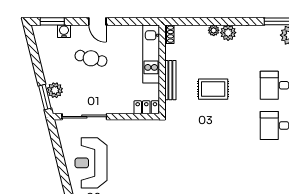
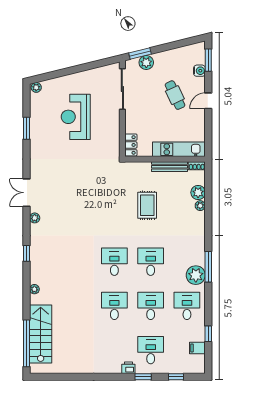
plant: (228, 33) -> (198, 193), moved
cafe table: (91, 58) -> (175, 95), turned -39
bench: (170, 80) -> (170, 167), moved
reception desk: (91, 163) -> (76, 117), moved, turned -90

